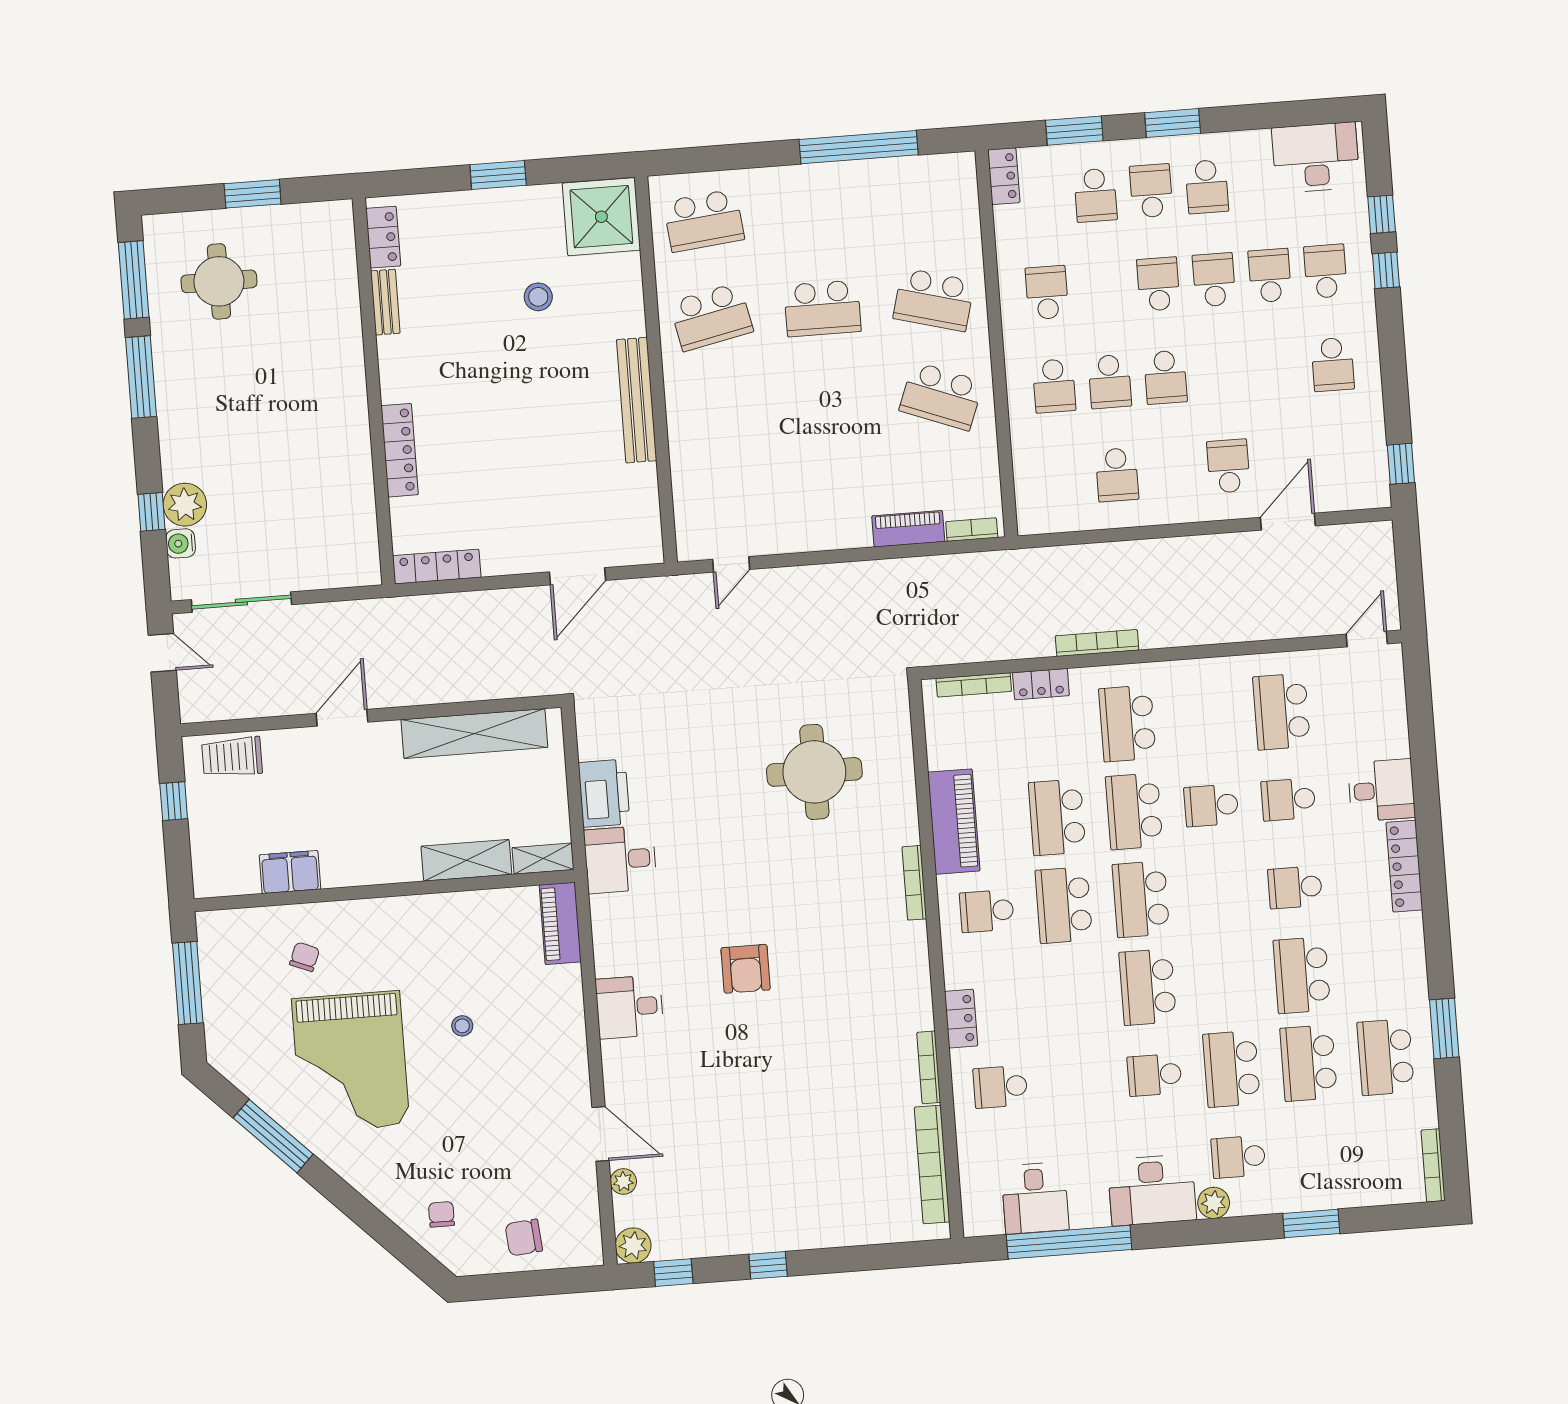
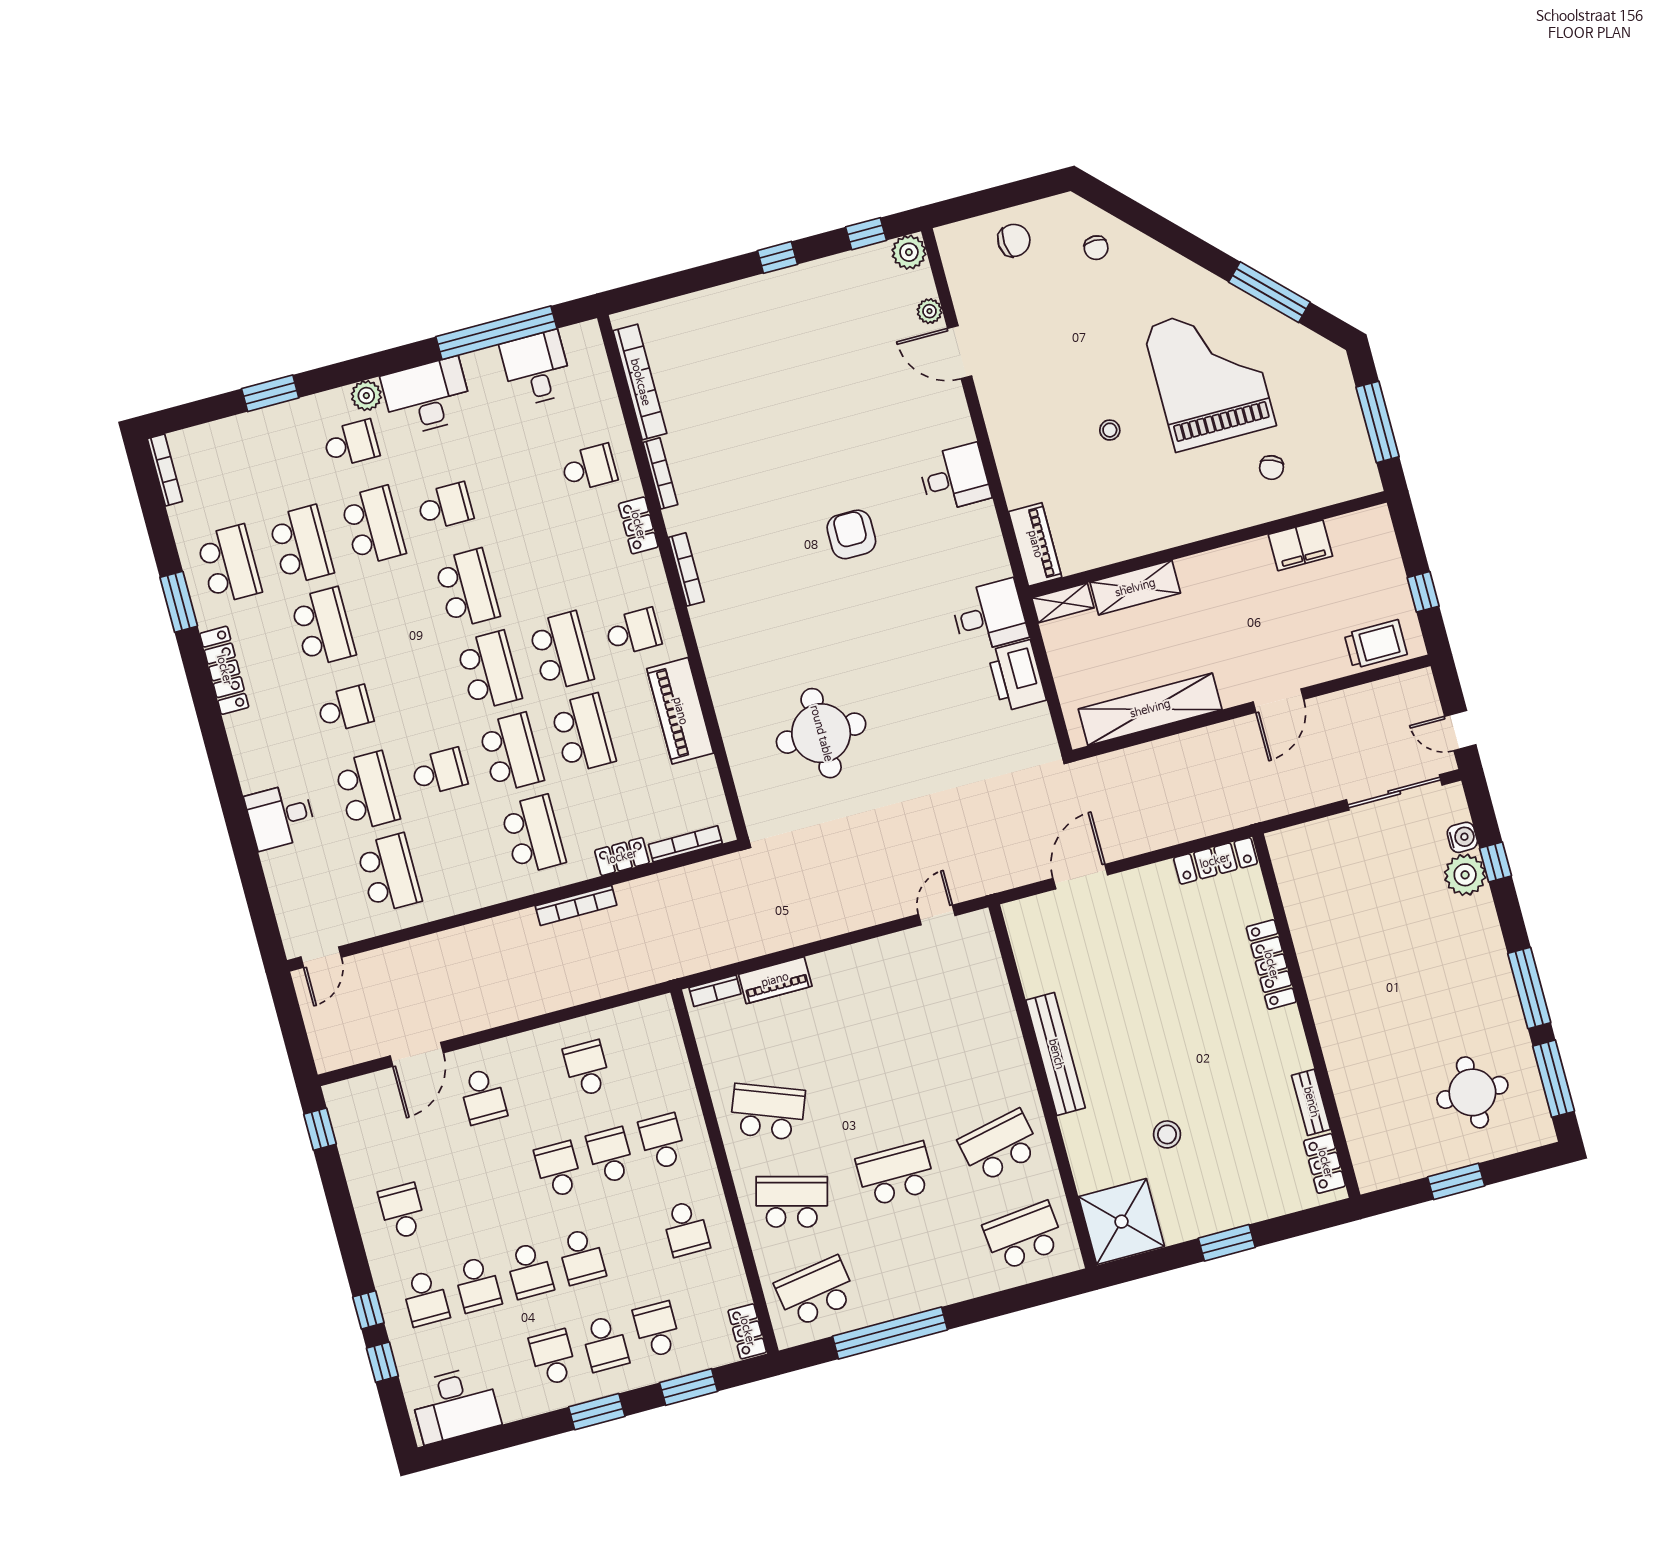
school desk: (926, 203) -> (816, 1292), added
school desk: (1288, 799) -> (367, 791), width x1.85
locker: (1404, 866) -> (224, 670), moved
bookcase: (914, 883) -> (686, 569), moved

